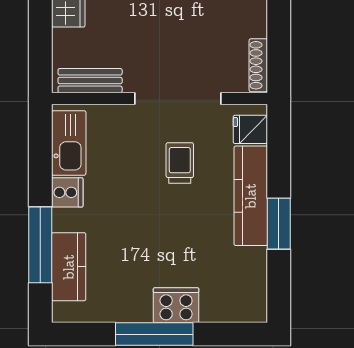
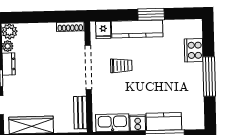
trolley: (180, 163) -> (121, 66), turned 180
kitchen counter: (69, 267) -> (164, 121), moved
cooker: (176, 305) -> (194, 50), moved

